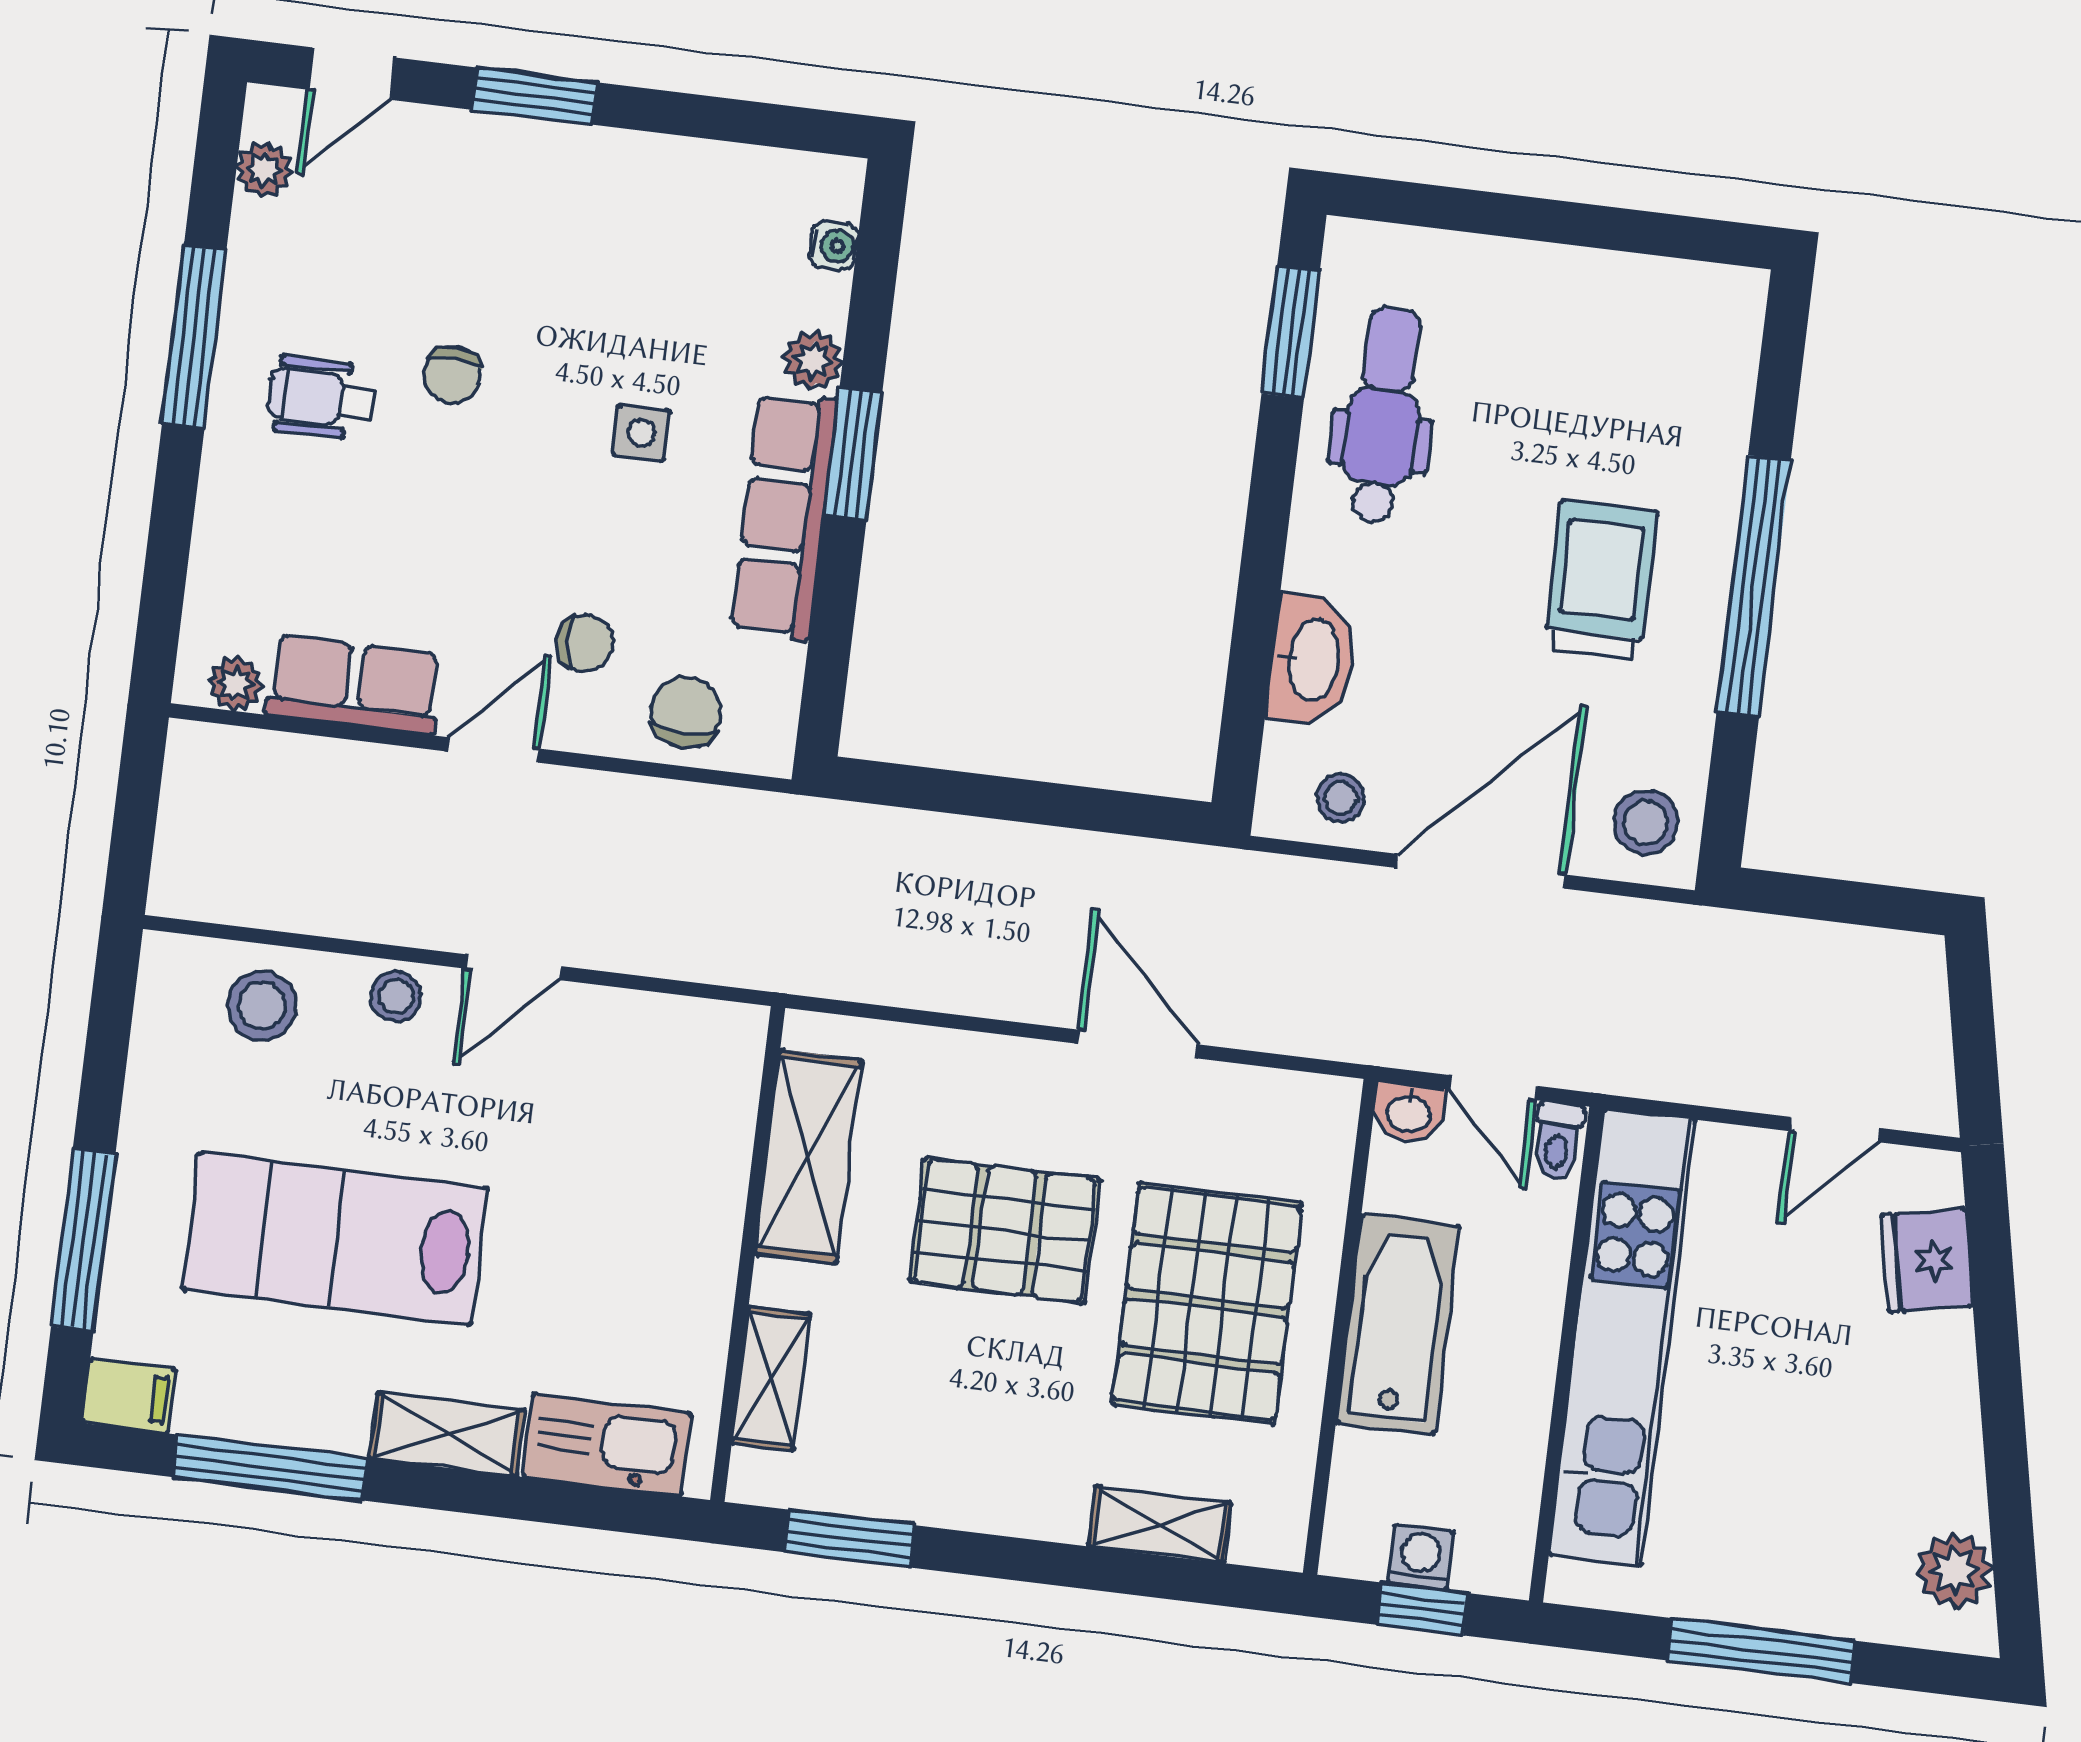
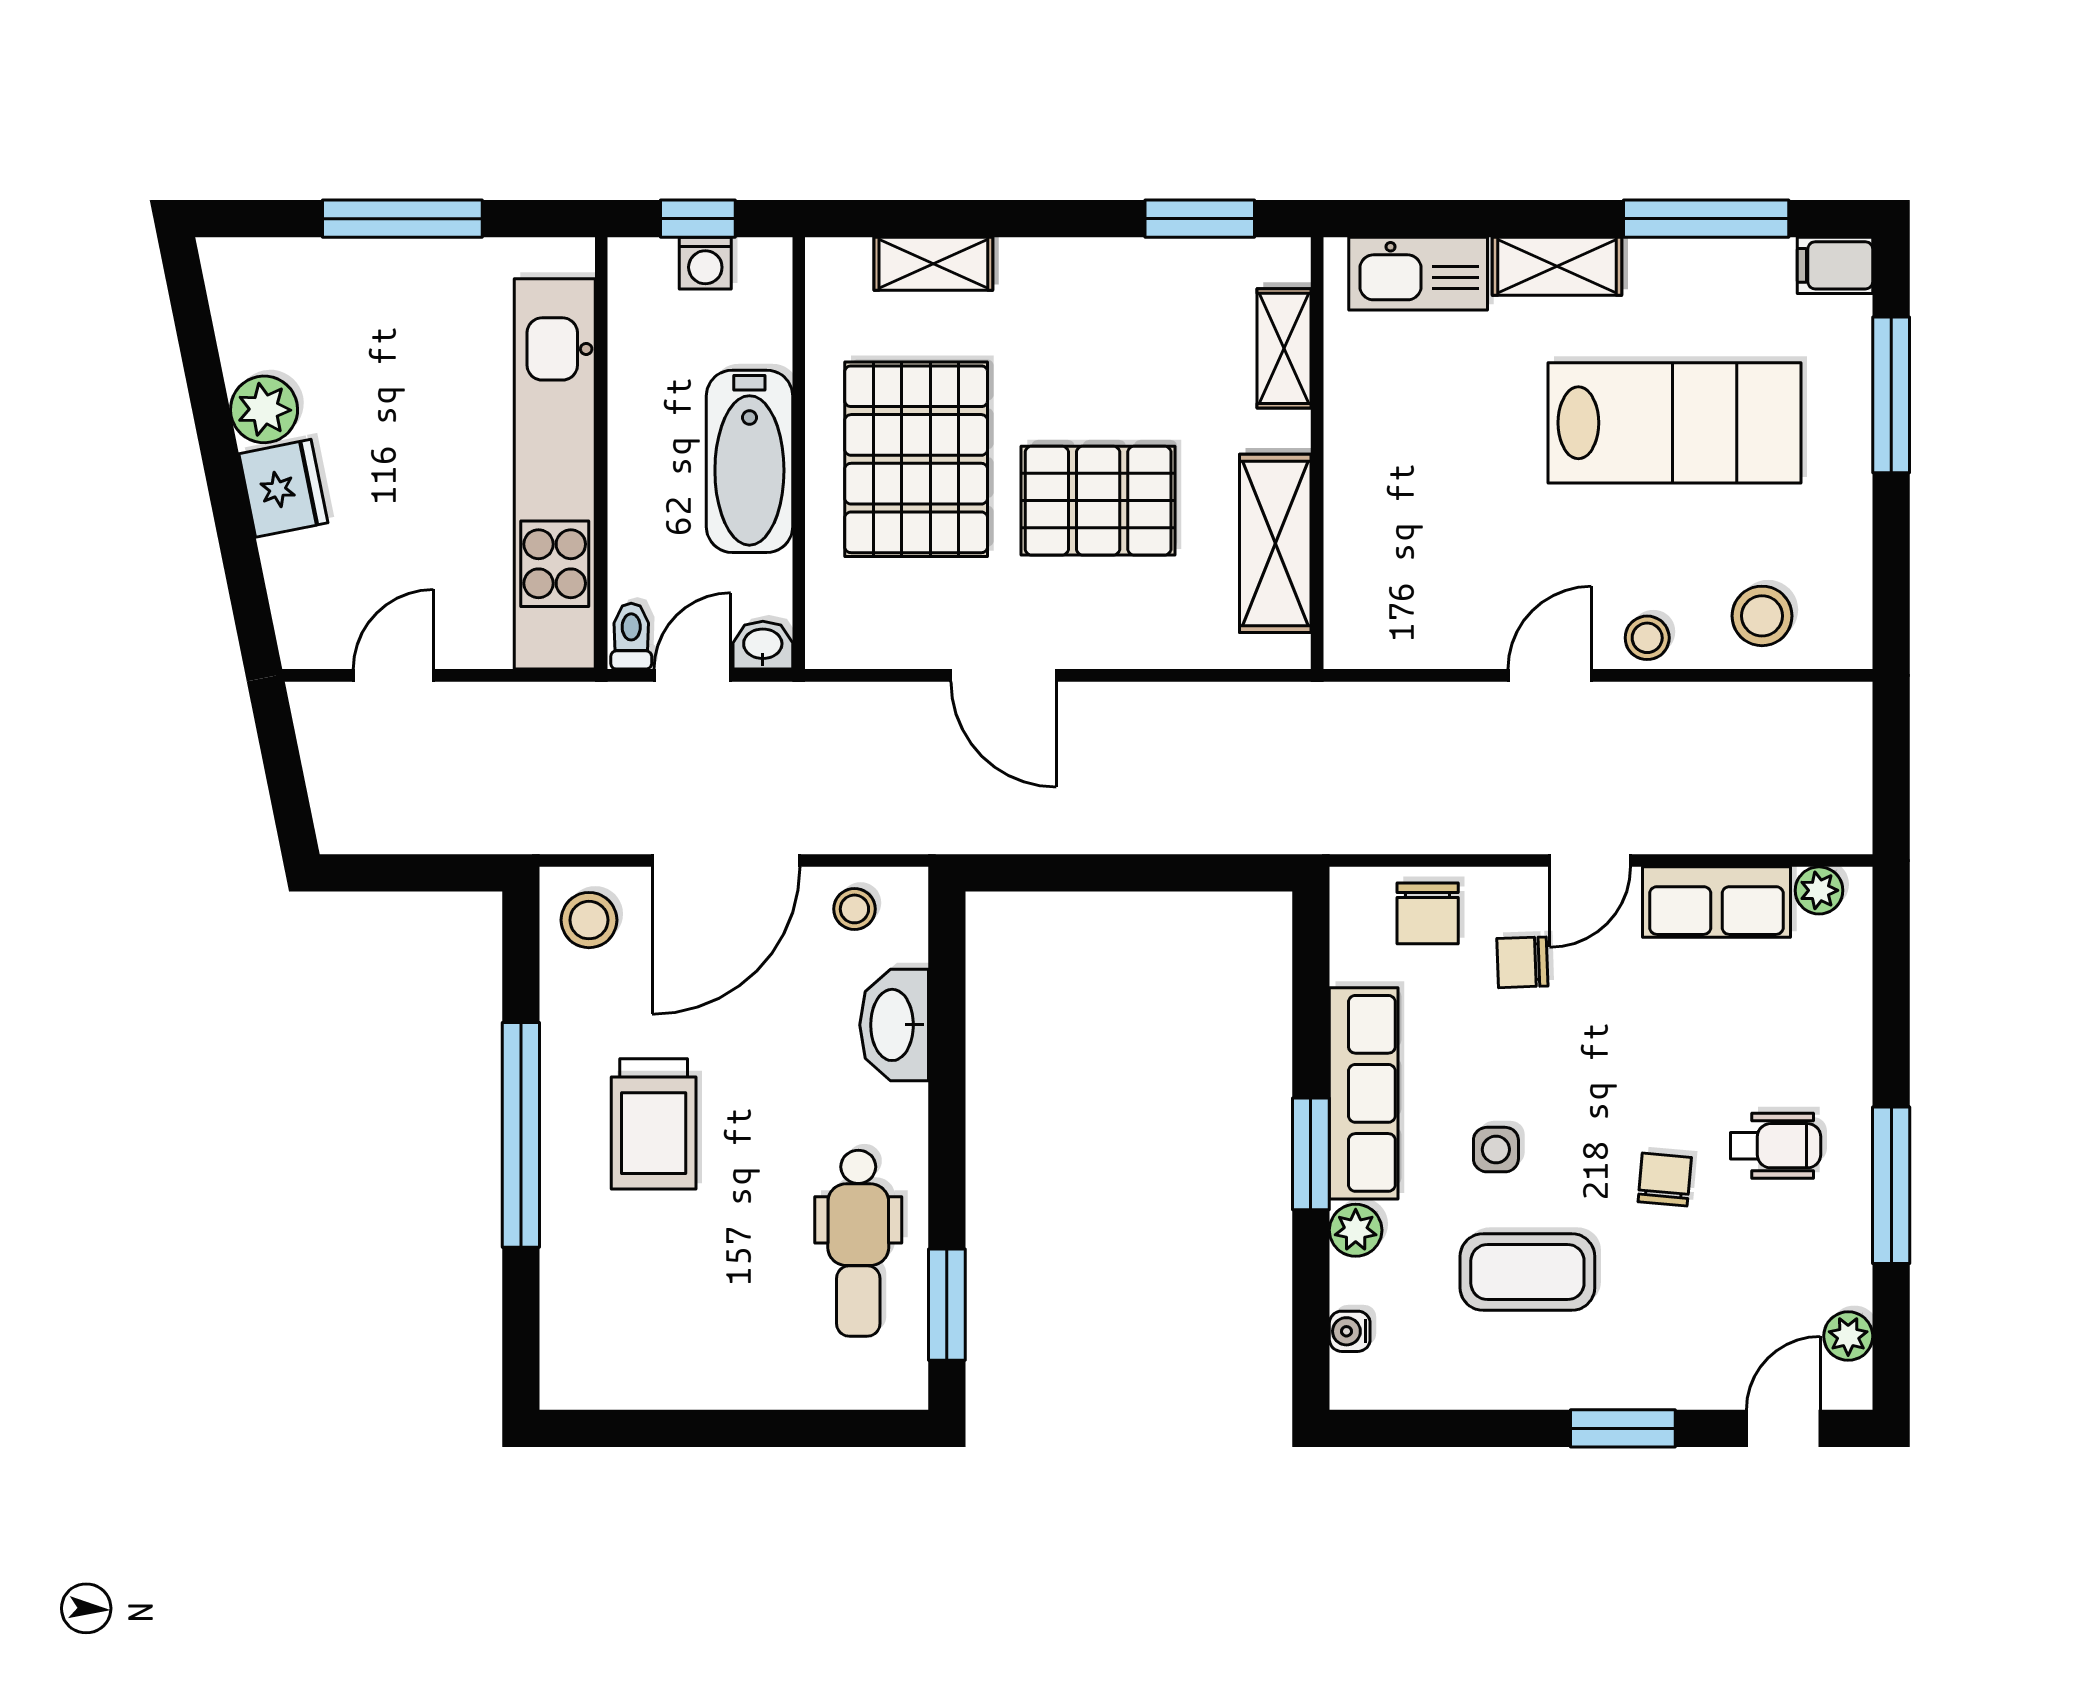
coffee table: (622, 288) -> (1527, 1272), added
door: (1493, 1088) -> (692, 675), hinge flipped
fridge: (1927, 1260) -> (283, 488), moved
plant: (1955, 1571) -> (264, 409), moved

